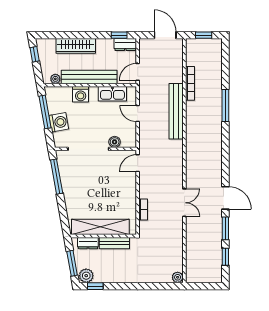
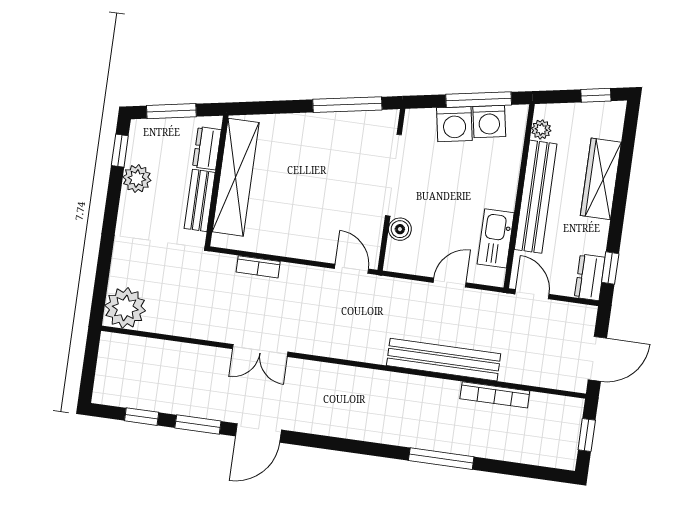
washing machine: (81, 94) -> (489, 121), moved, turned -100
plant: (86, 276) -> (137, 179), moved
plant: (178, 277) -> (125, 308), width x1.88, depth x1.88

